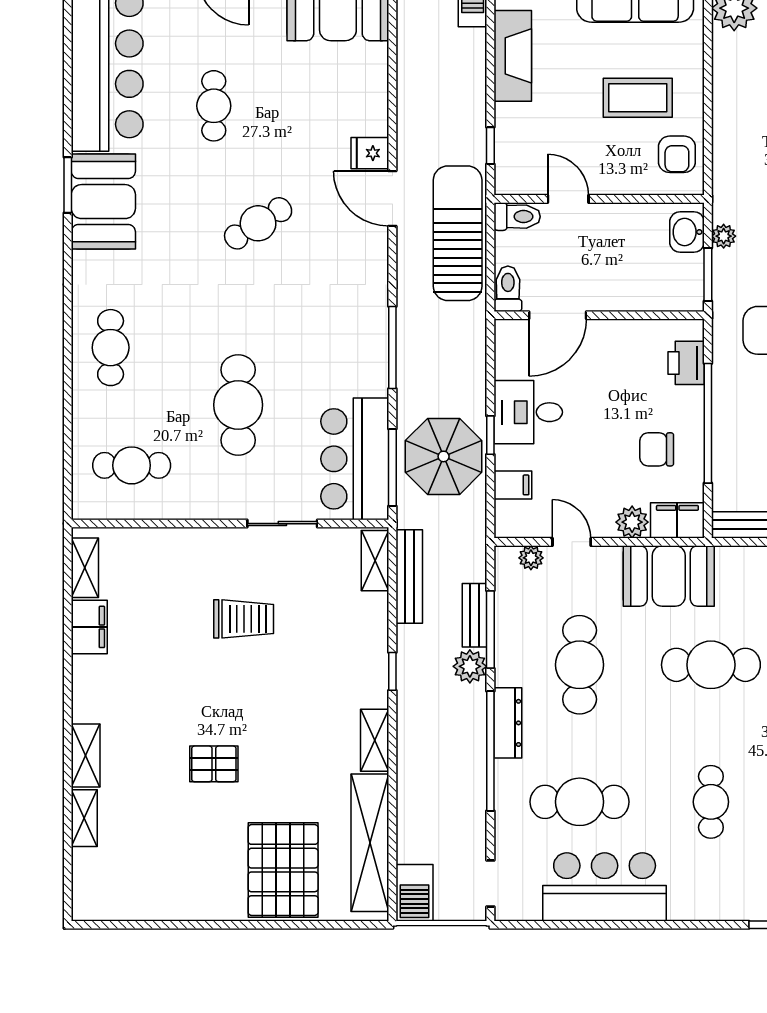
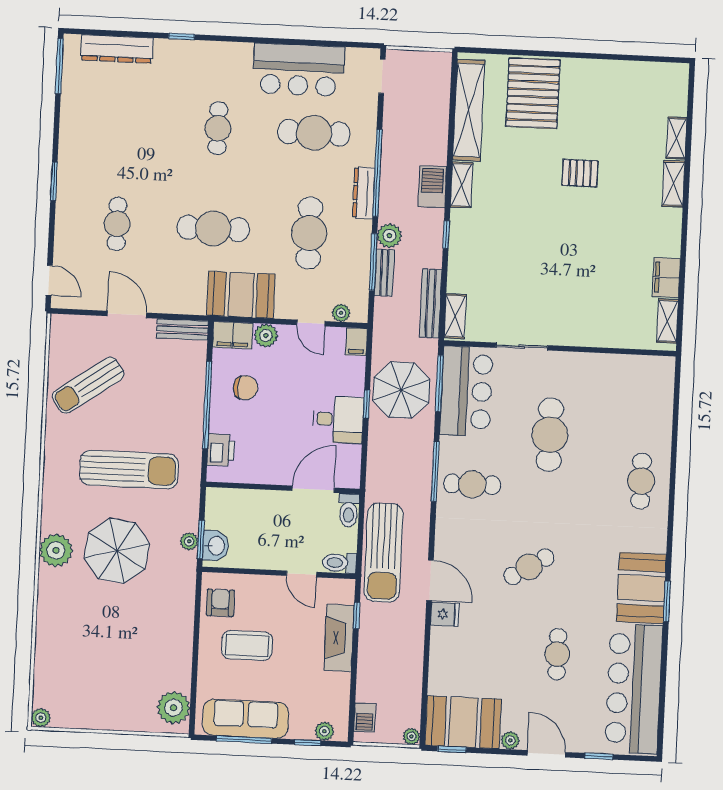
fireplace: (513, 56) -> (339, 638), moved
window: (708, 275) -> (201, 540), moved
cafe table: (132, 465) -> (472, 484), moved
filing cabinet: (513, 485) -> (356, 342), moved, turned -90
trolley: (244, 619) -> (553, 278), removed
barbecue: (415, 893) -> (432, 187), moved

